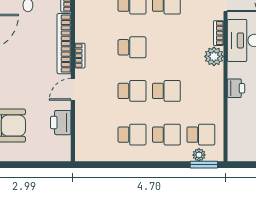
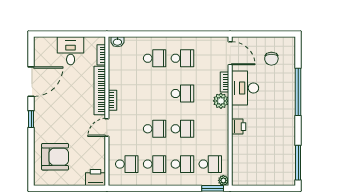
school desk: (132, 47) -> (182, 94), moved
printer: (61, 123) -> (95, 177), moved, turned 90
school desk: (98, 135) -> (127, 164), added
plant: (199, 155) -> (223, 180), moved

